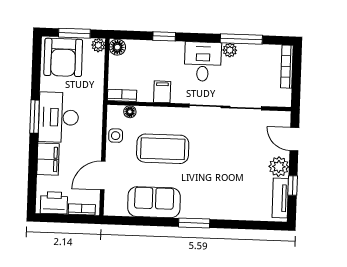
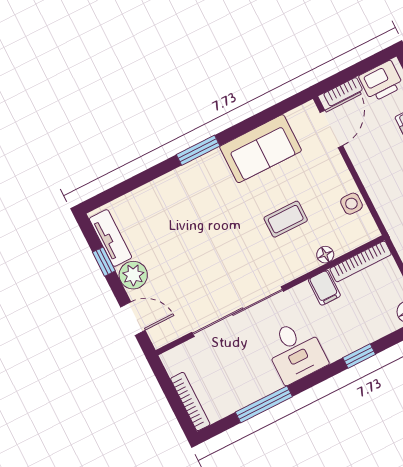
plant: (230, 50) -> (270, 383), removed
bookcase: (122, 95) -> (361, 261), width x1.56
floor lamp: (130, 112) -> (325, 255), moved
coffee table: (163, 149) -> (286, 219), width x0.54, depth x0.58
door: (103, 176) -> (331, 129), moved

